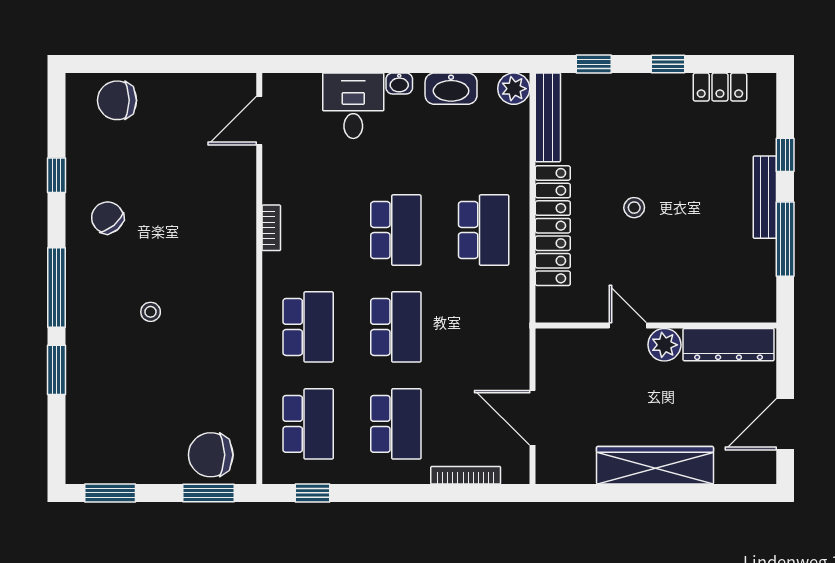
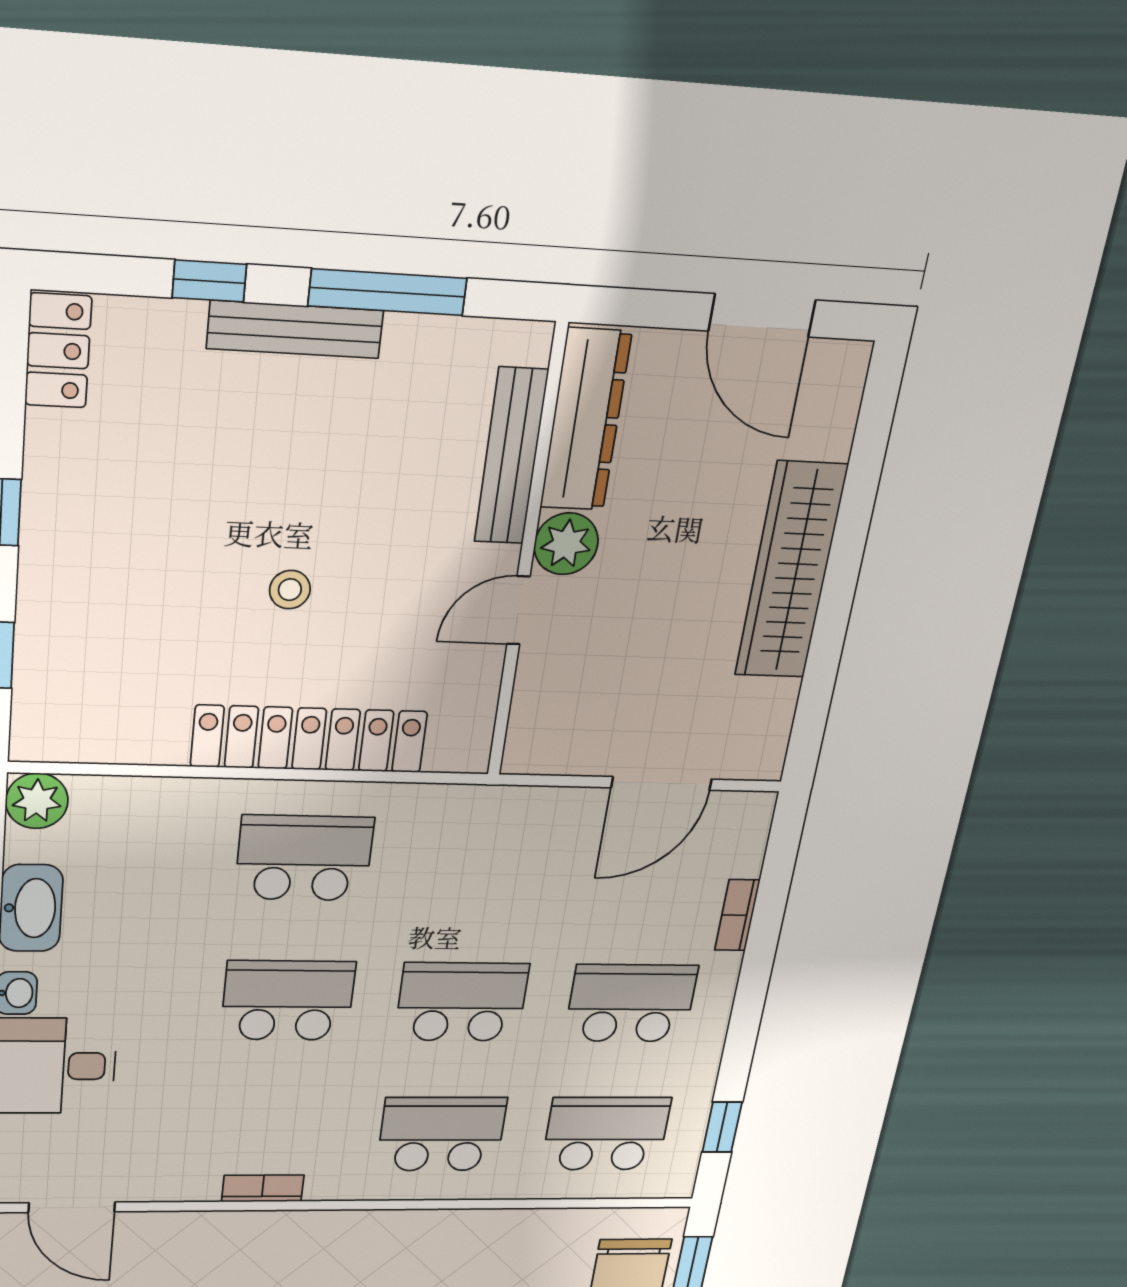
locker: (720, 87) -> (58, 351), moved
bench: (548, 117) -> (511, 456), moved, turned 90
bookcase: (466, 475) -> (737, 915), width x0.64

